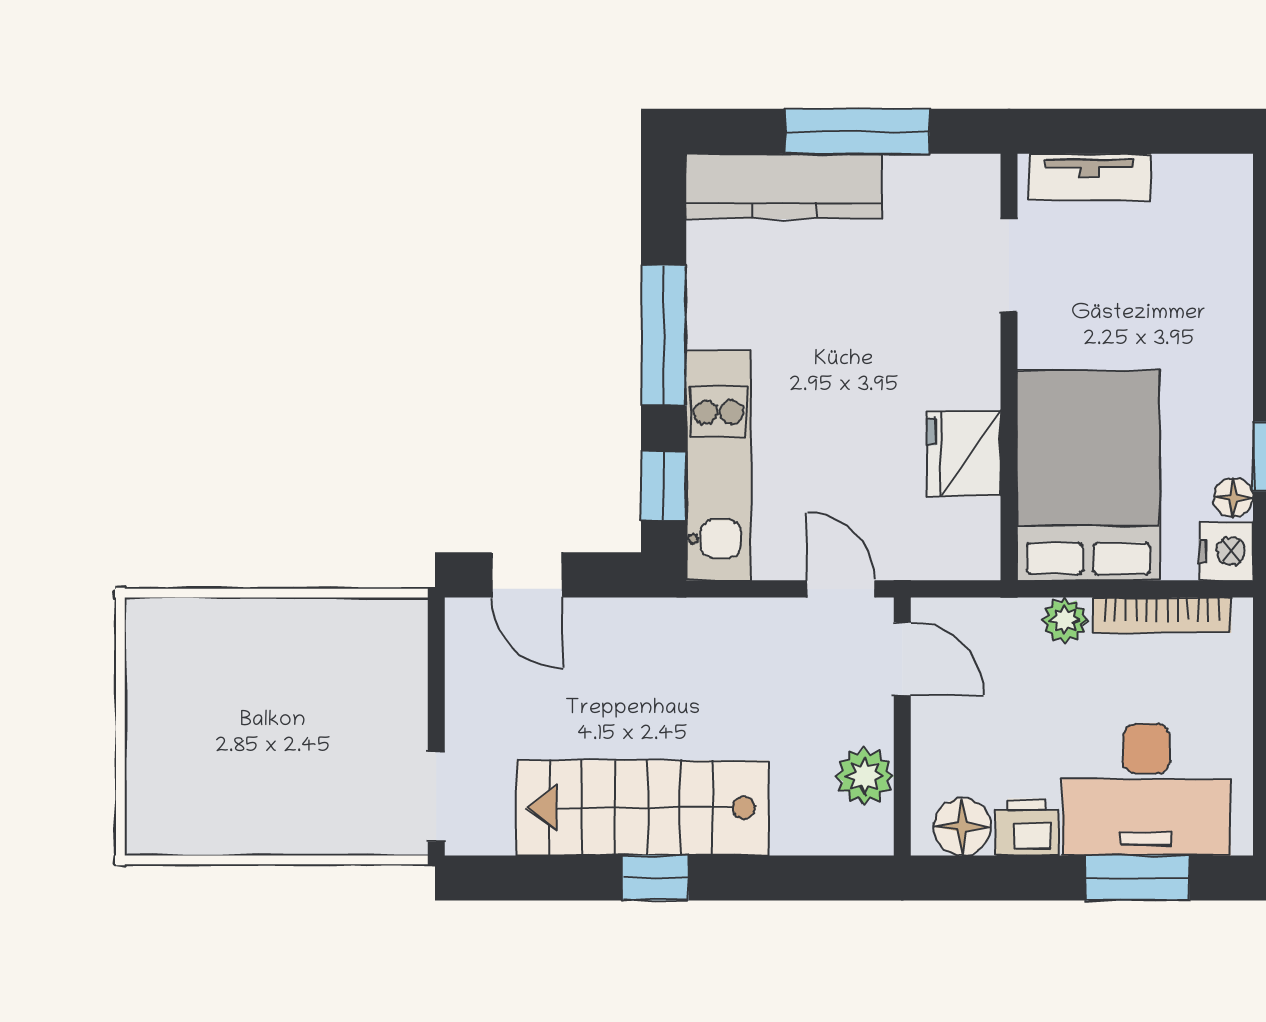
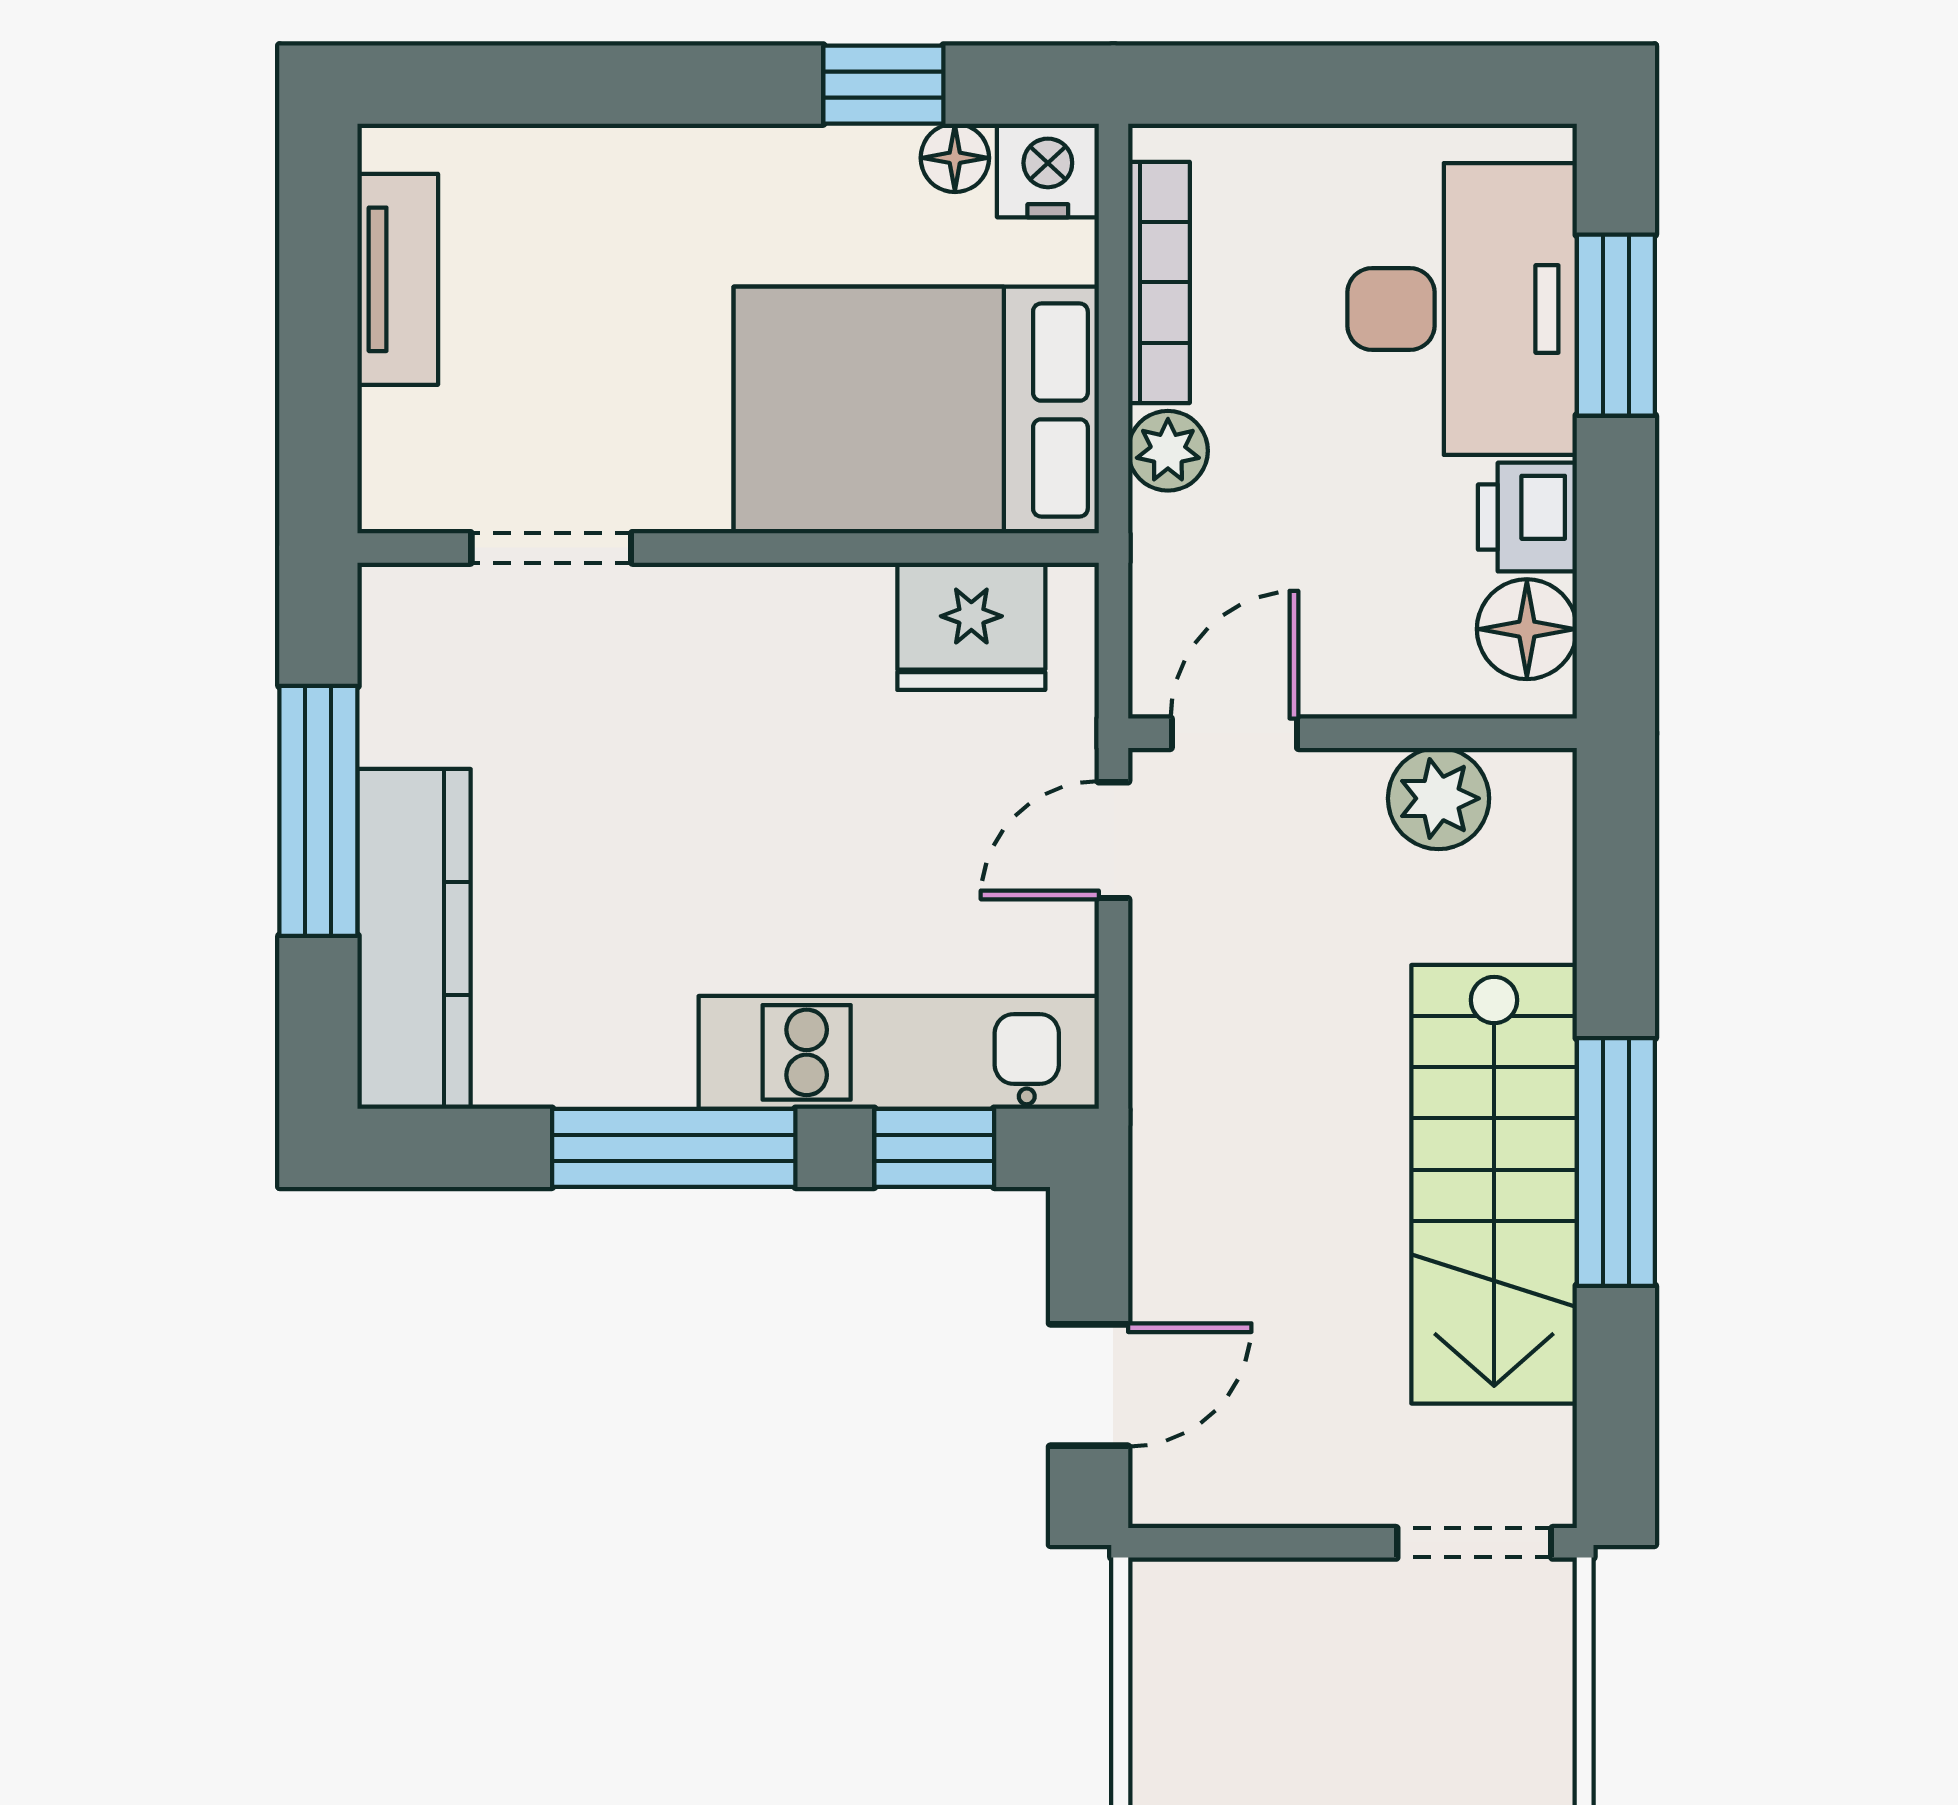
tv unit: (1090, 177) -> (398, 279), moved
fridge: (964, 454) -> (971, 626), moved
window: (656, 878) -> (1616, 1162), width x2.17

